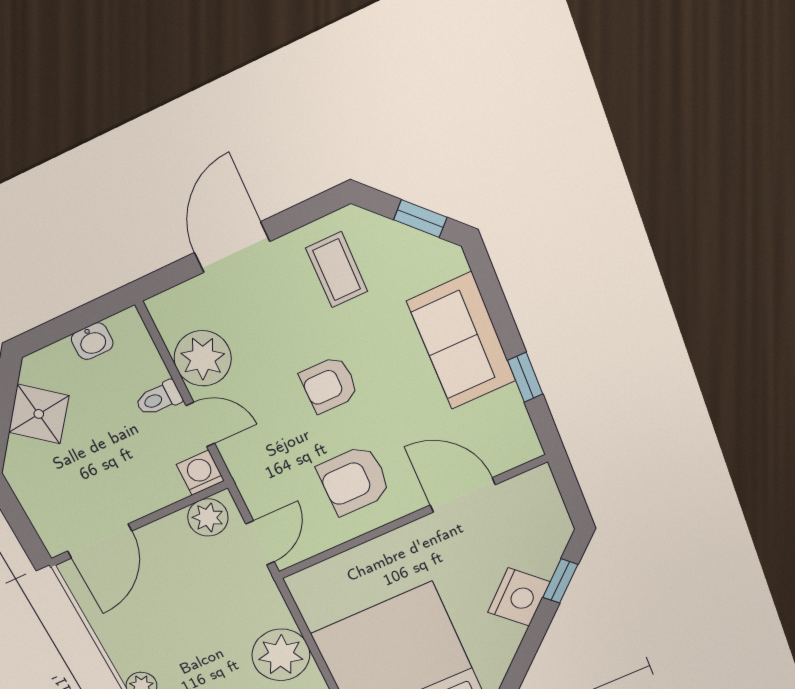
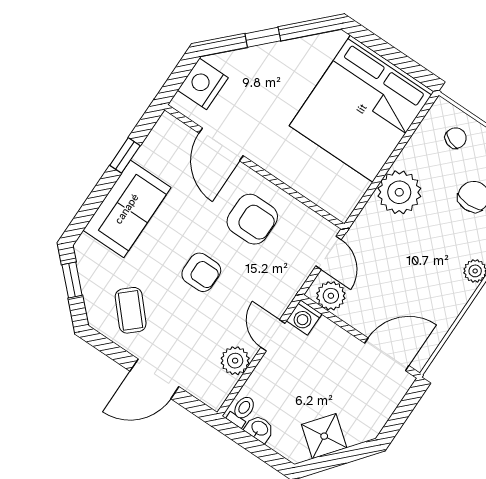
coffee table: (337, 270) -> (131, 310), turned -42
plant: (203, 358) -> (235, 361), width x0.73, depth x0.73
toilet: (159, 399) -> (242, 411), moved, turned -90
door: (260, 543) -> (329, 253), swing flipped
window: (560, 581) -> (263, 37), moved
nightstand: (519, 597) -> (203, 84), moved, turned -45

